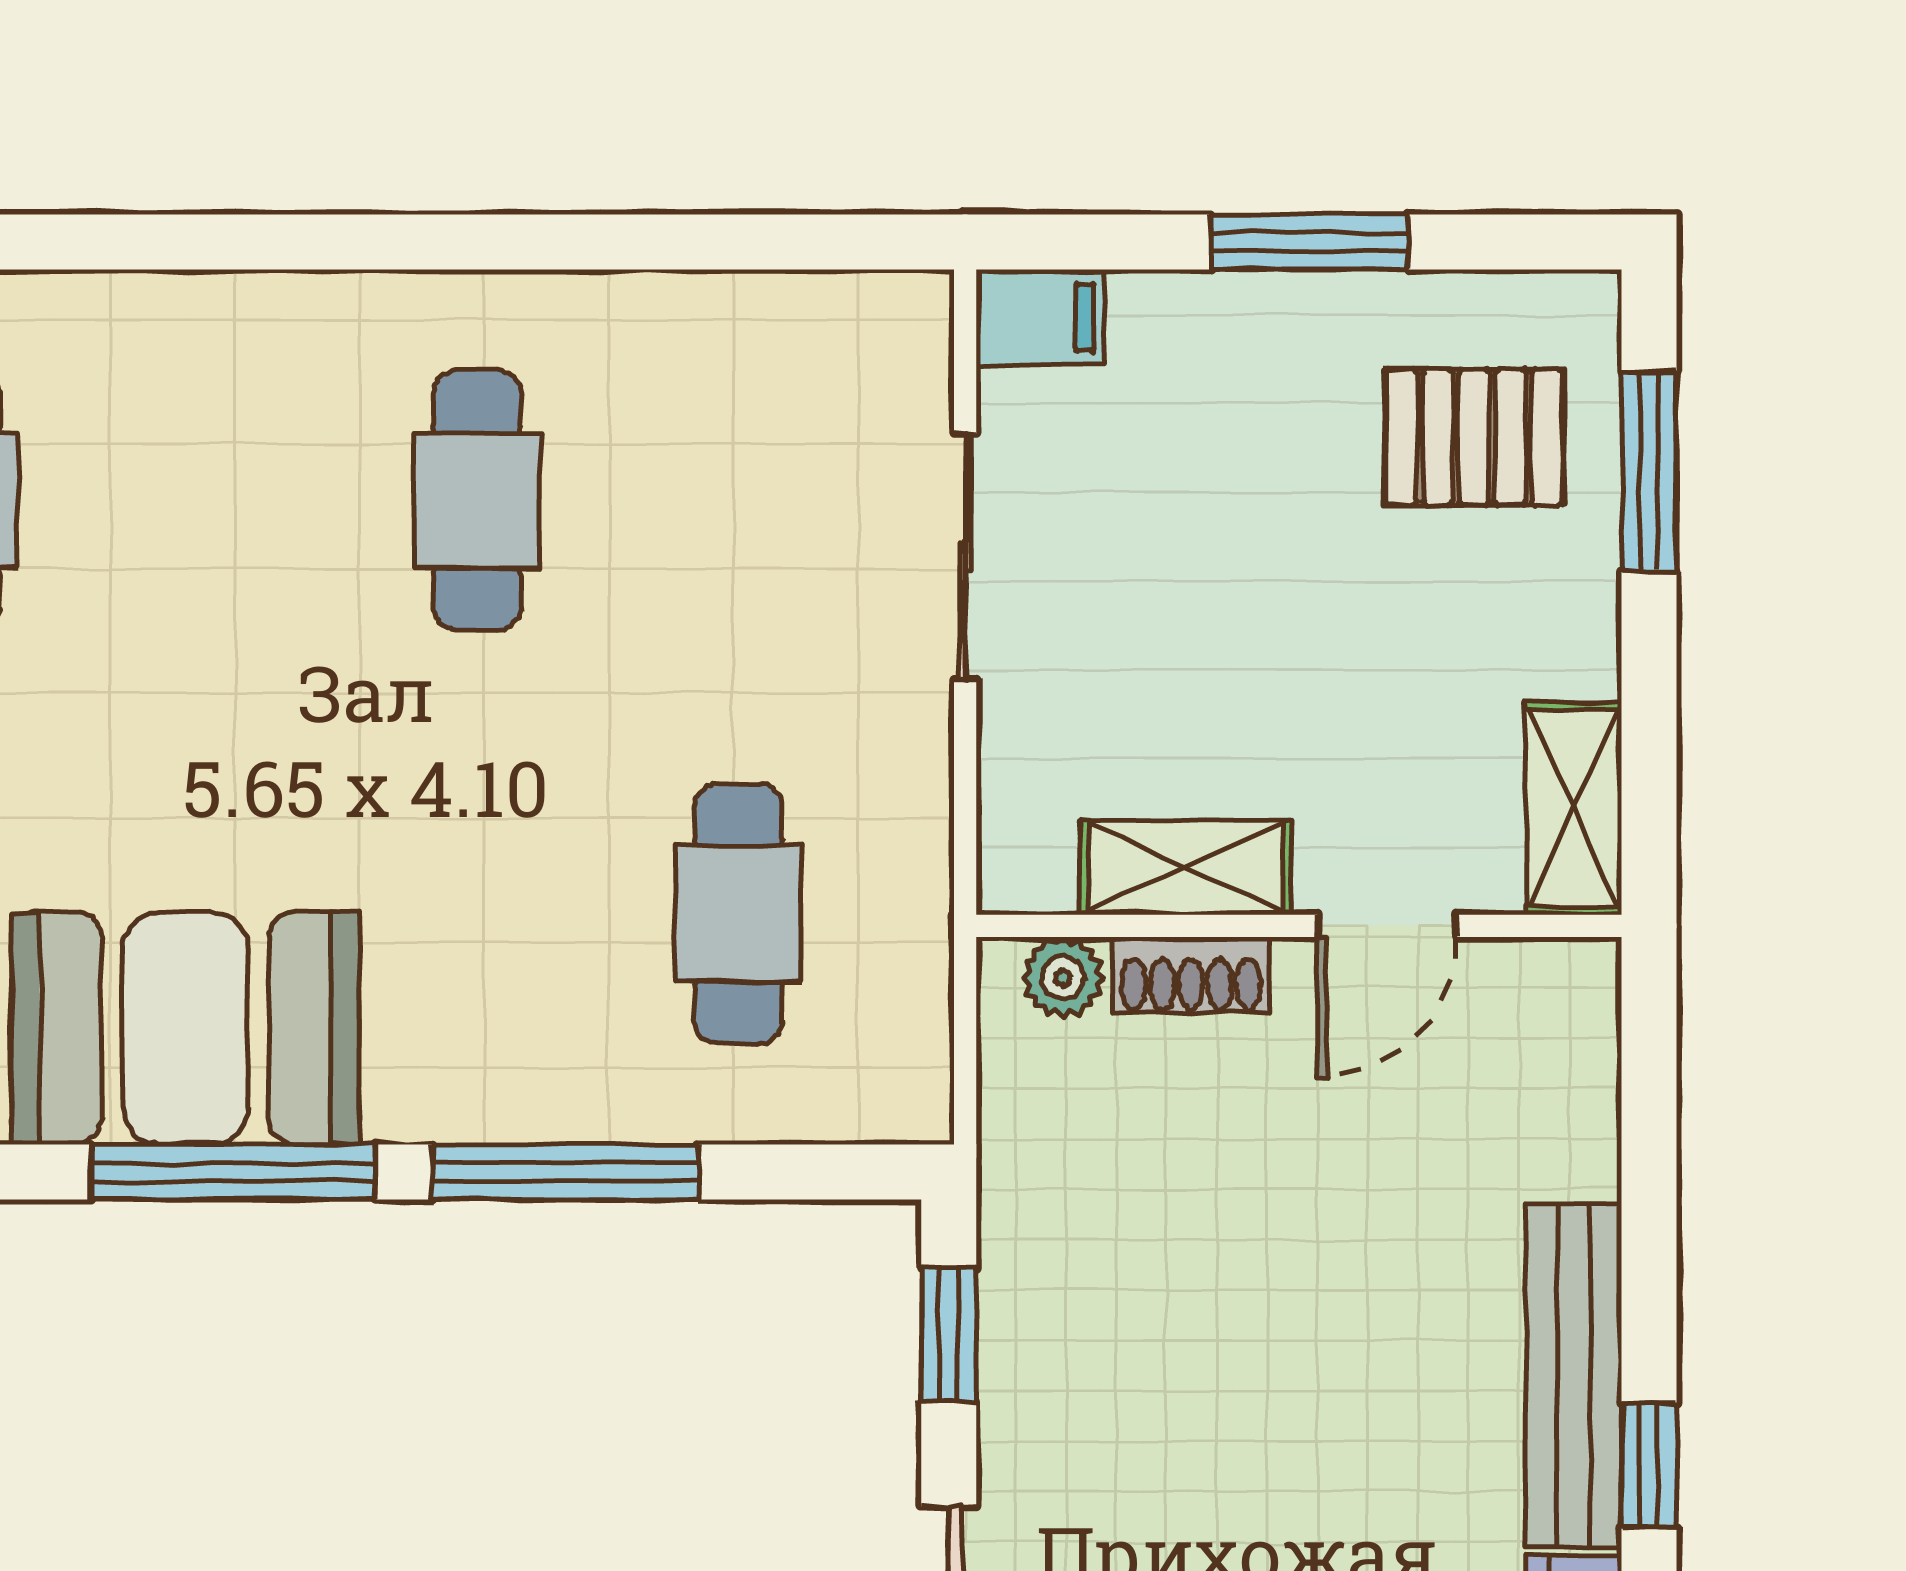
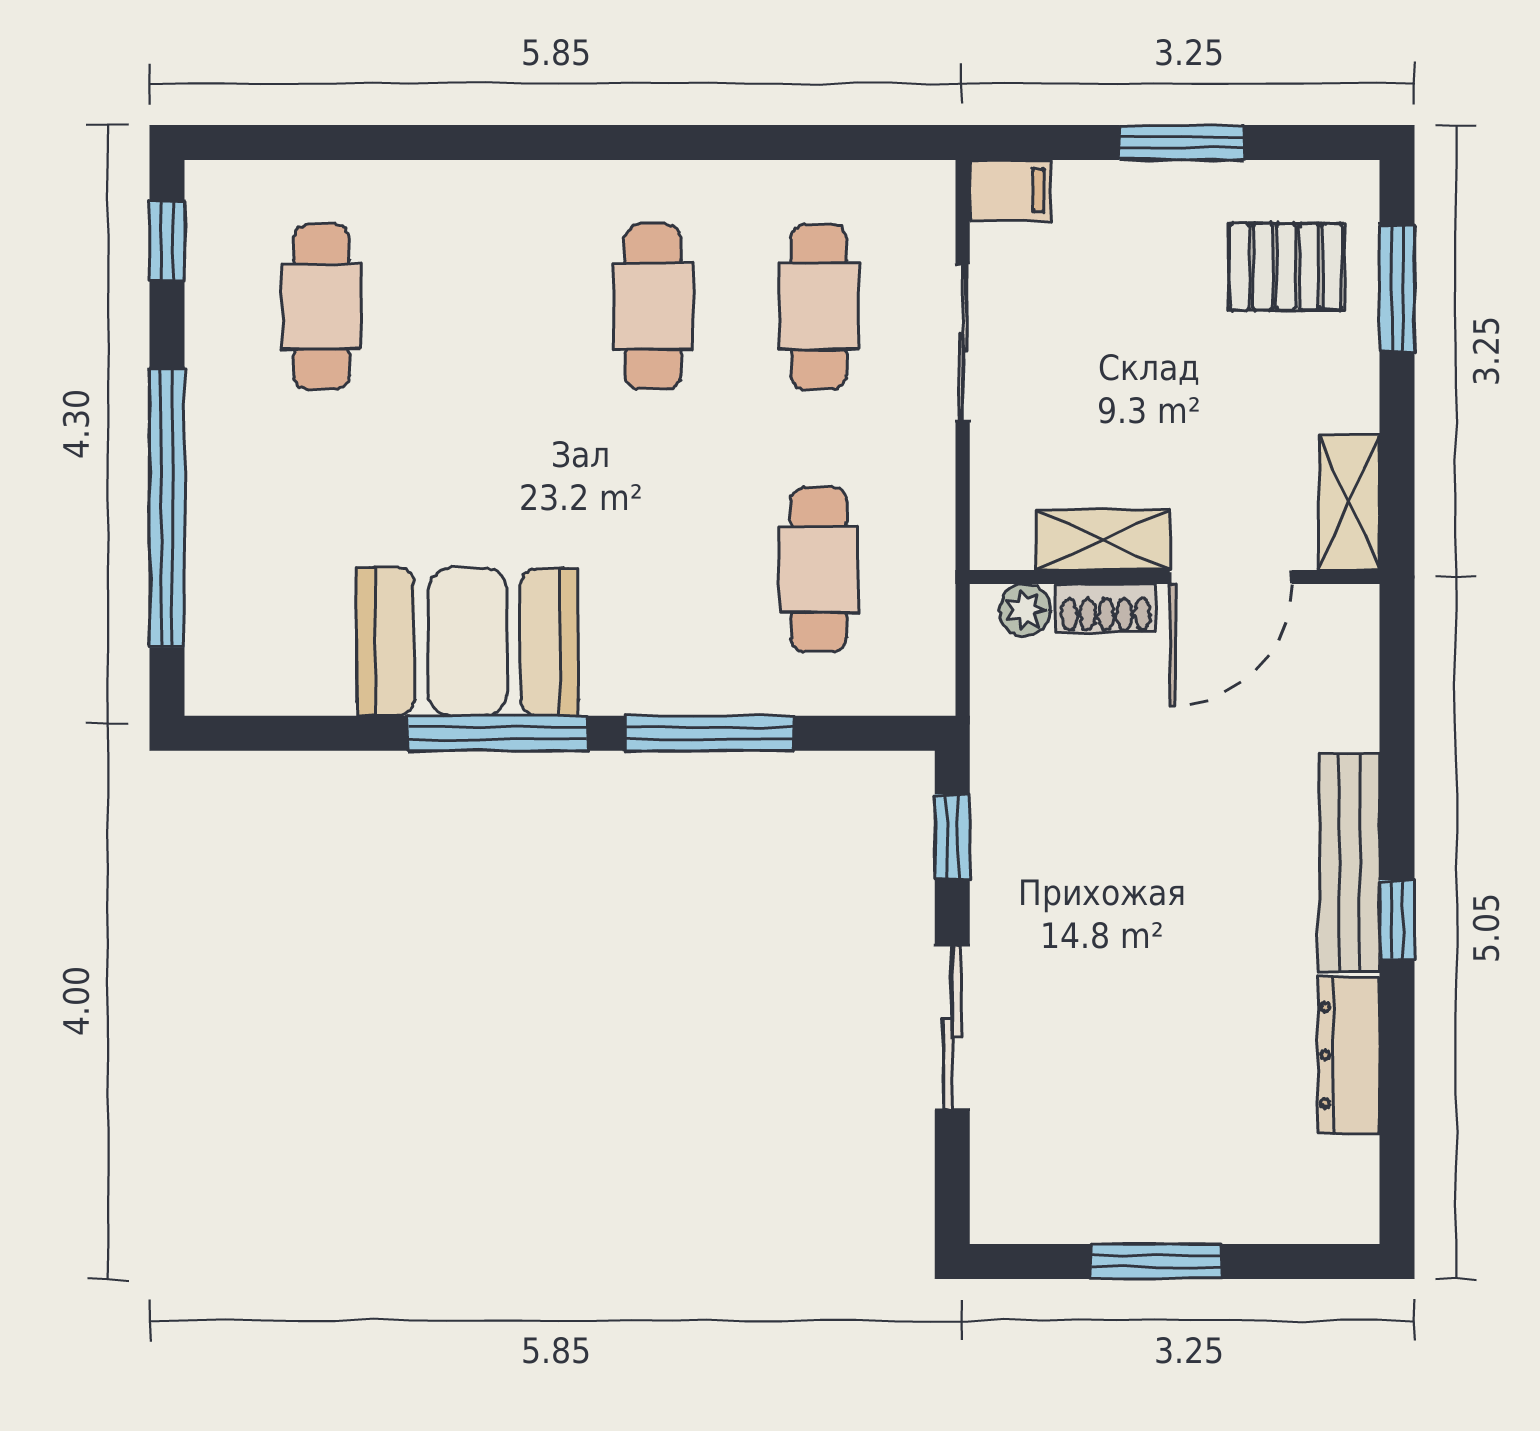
cafe table: (738, 500) -> (819, 307), added
door: (1387, 926) -> (1231, 577), width x1.38

